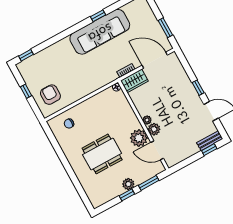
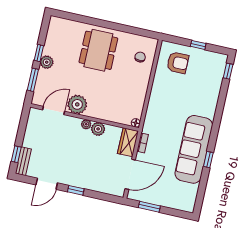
plant: (154, 129) -> (98, 129), moved
dining table: (102, 154) -> (98, 50), moved

